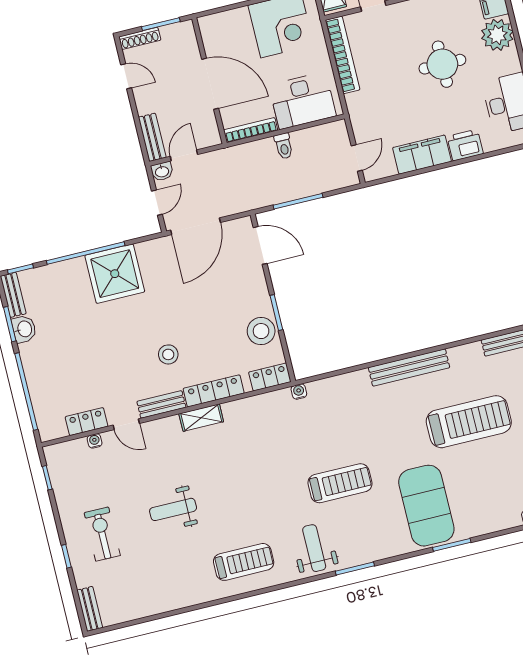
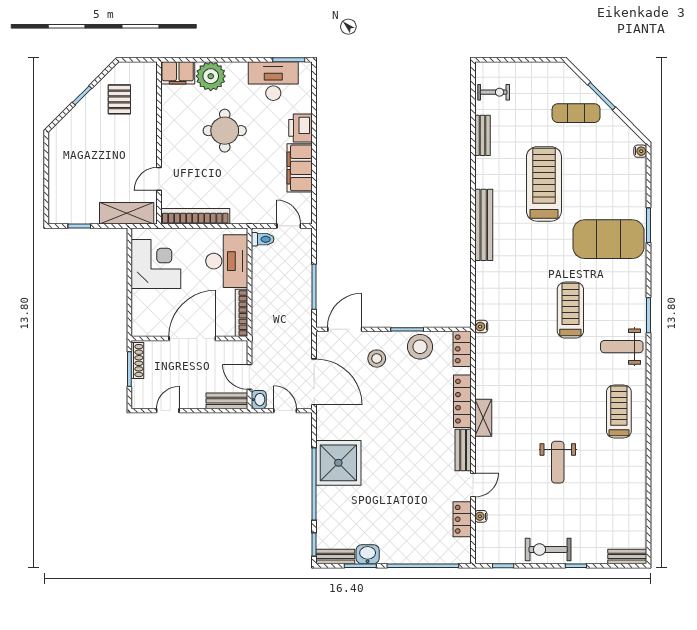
shoe rack: (140, 38) -> (137, 361), moved
toilet: (284, 146) -> (263, 239), moved
stool: (168, 354) -> (377, 359), moved
exercise bike: (102, 534) -> (548, 550), moved

